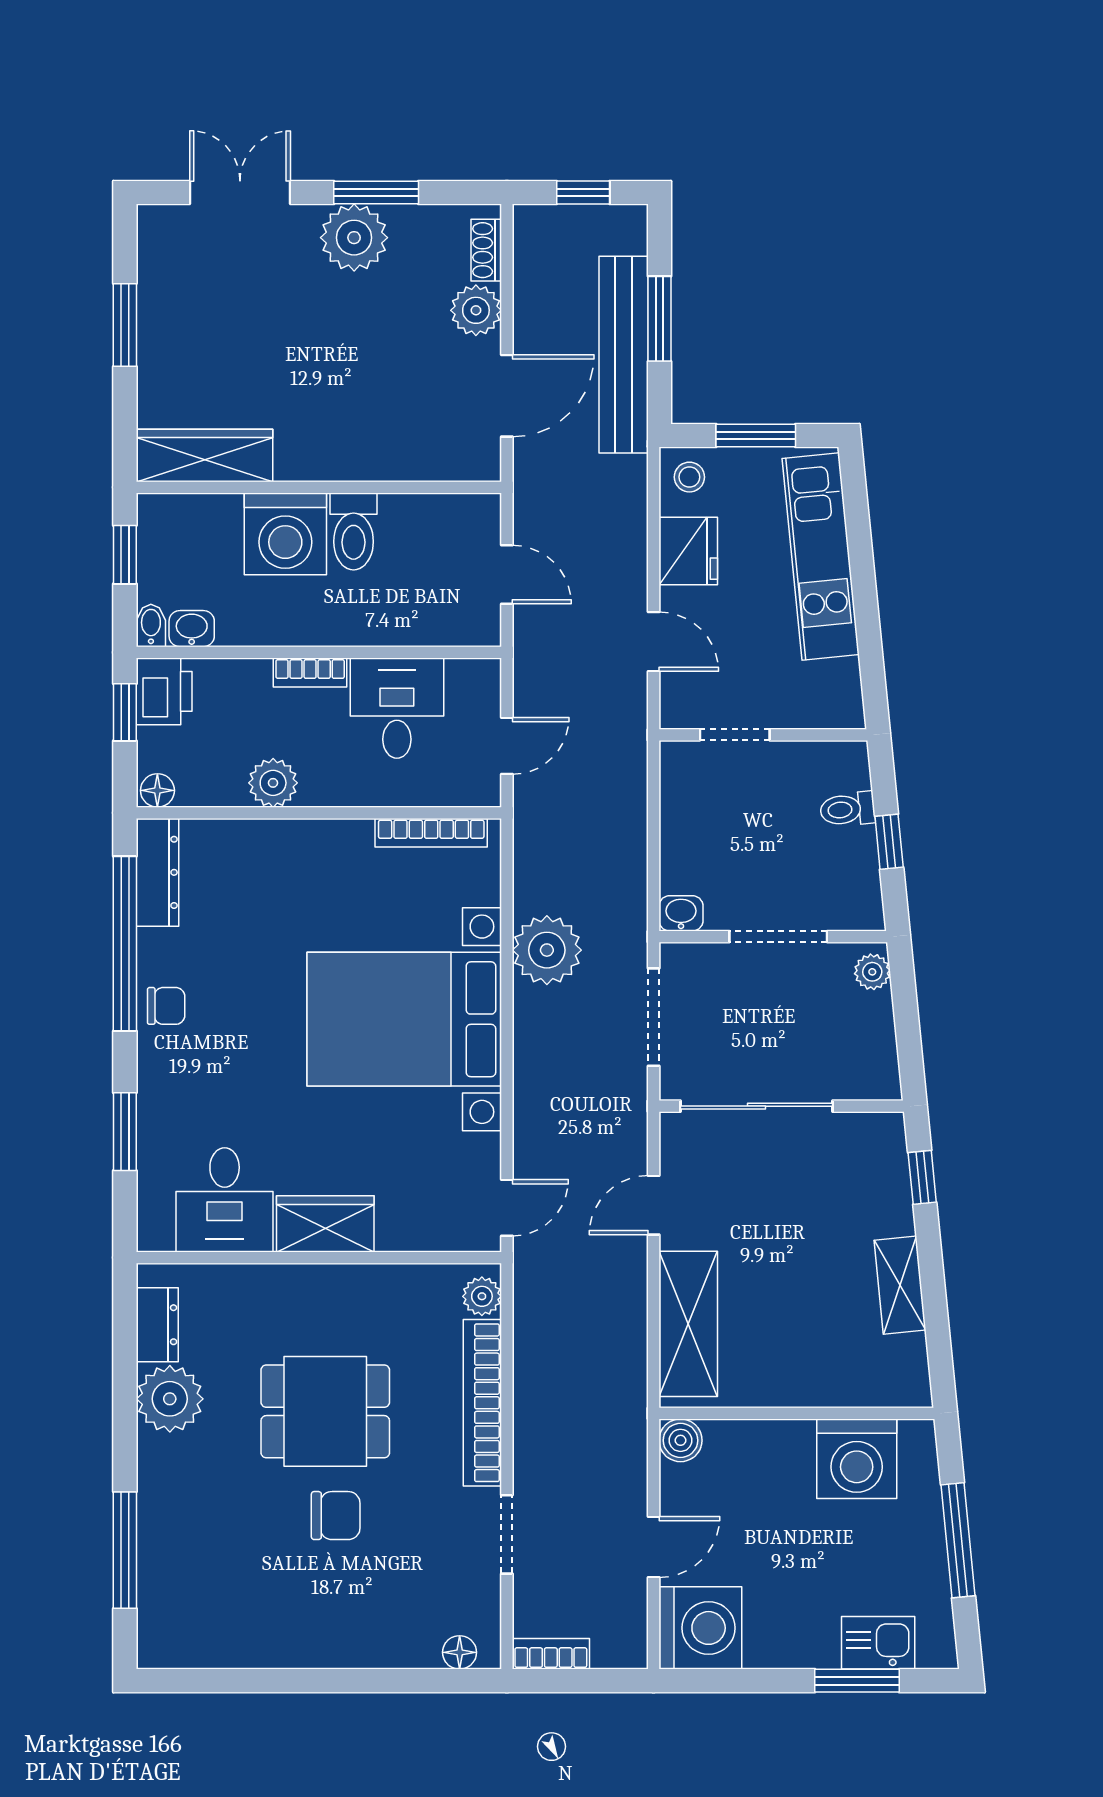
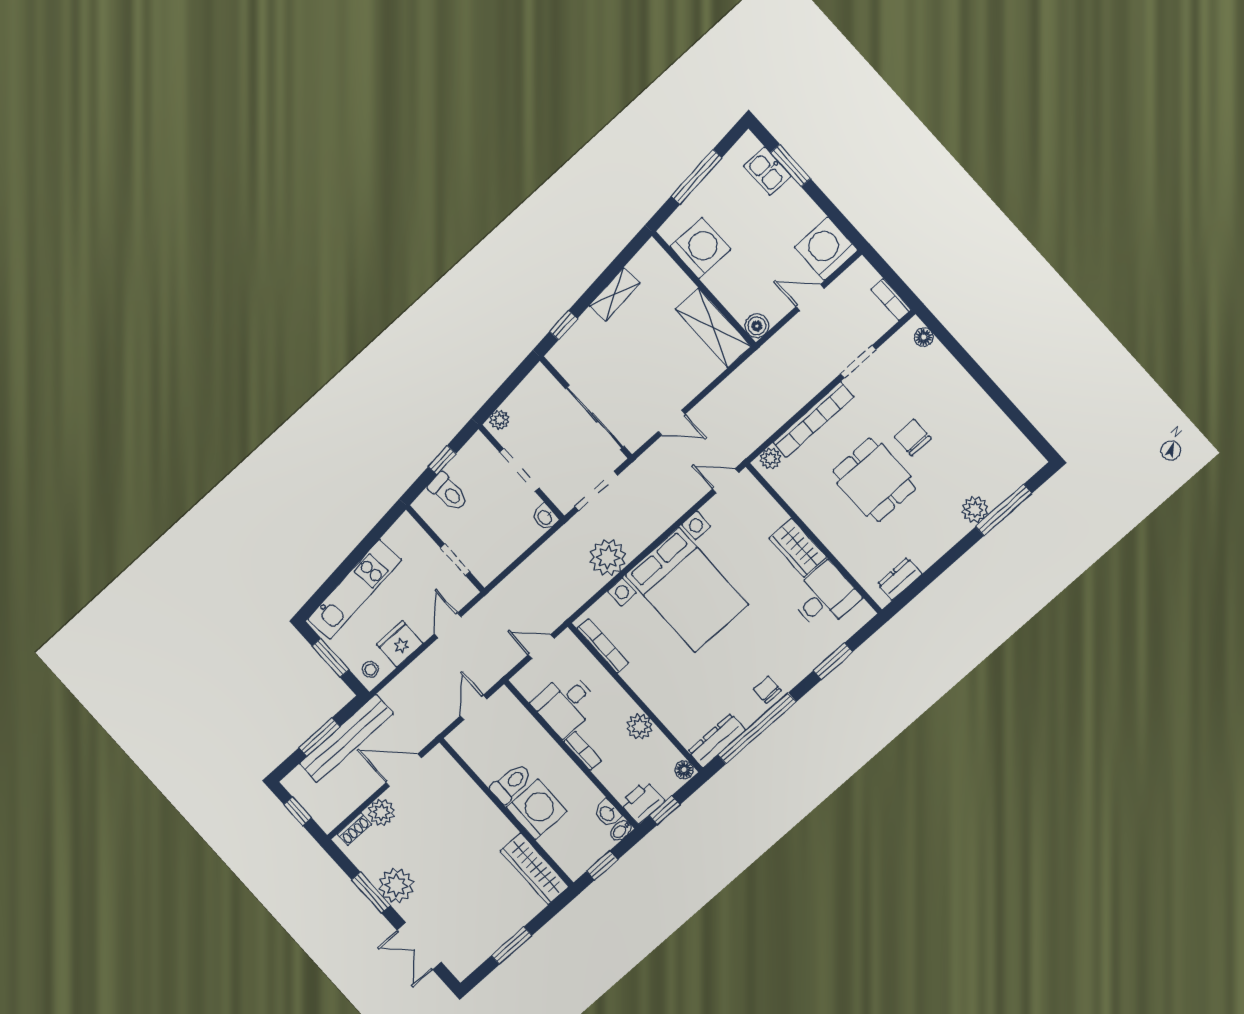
toilet: (847, 809) -> (448, 492), width x1.37, depth x1.39
shelving: (688, 1324) -> (713, 328), moved, turned 90
plant: (170, 1399) -> (975, 510), moved, width x0.73, depth x0.73

